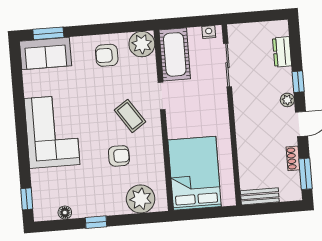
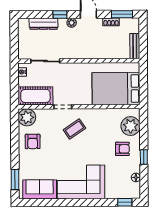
dresser: (282, 52) -> (44, 24), width x1.44
sofa: (46, 53) -> (40, 189), moved, turned -90
armchair: (119, 156) -> (122, 149), moved, turned 90

